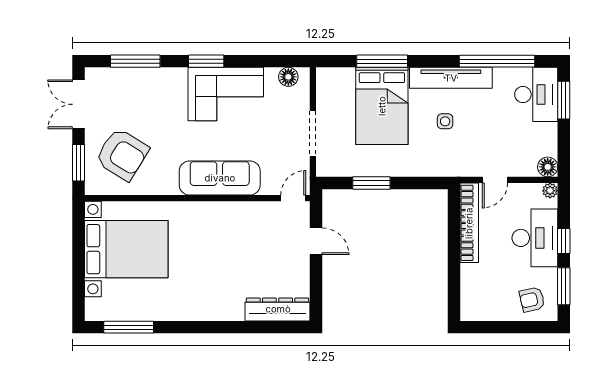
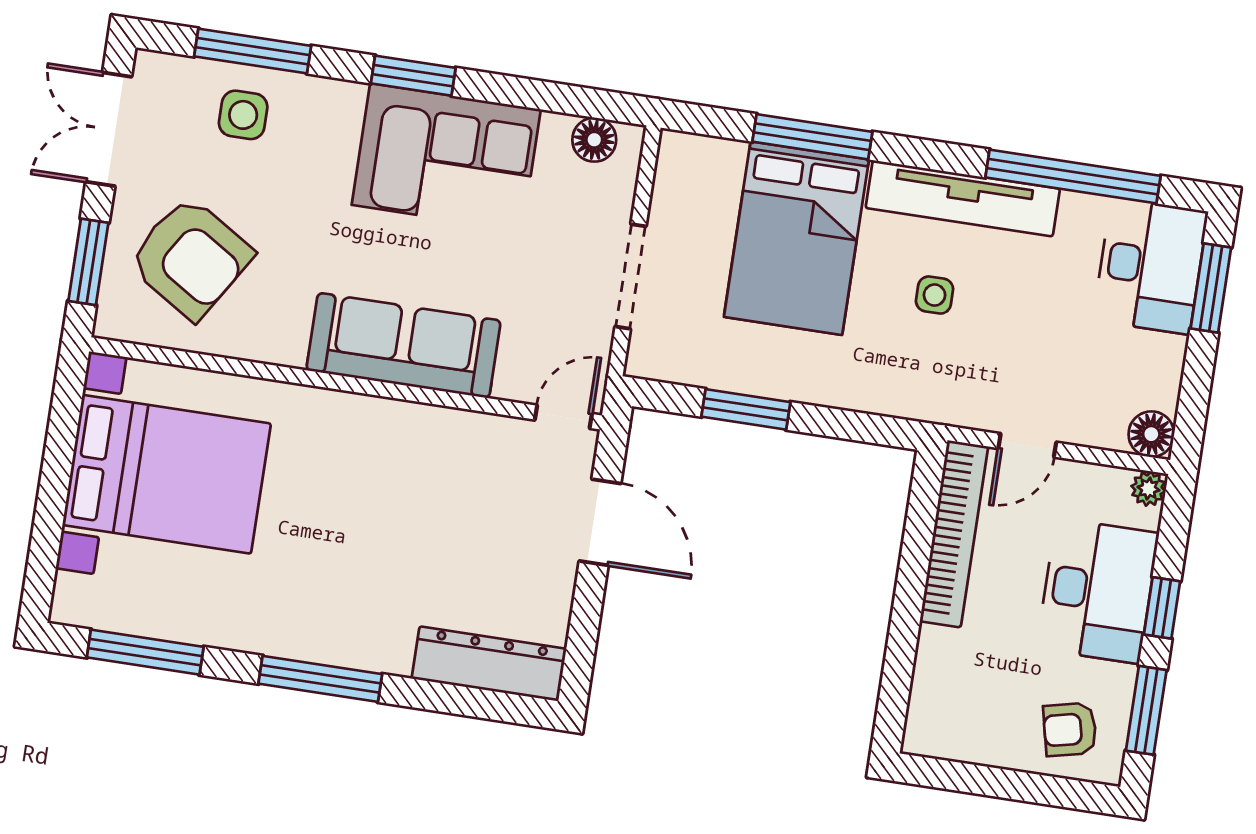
side table: (135, 89) -> (243, 115), added
door: (316, 241) -> (600, 522), width x1.38
window: (206, 327) -> (320, 679), added

